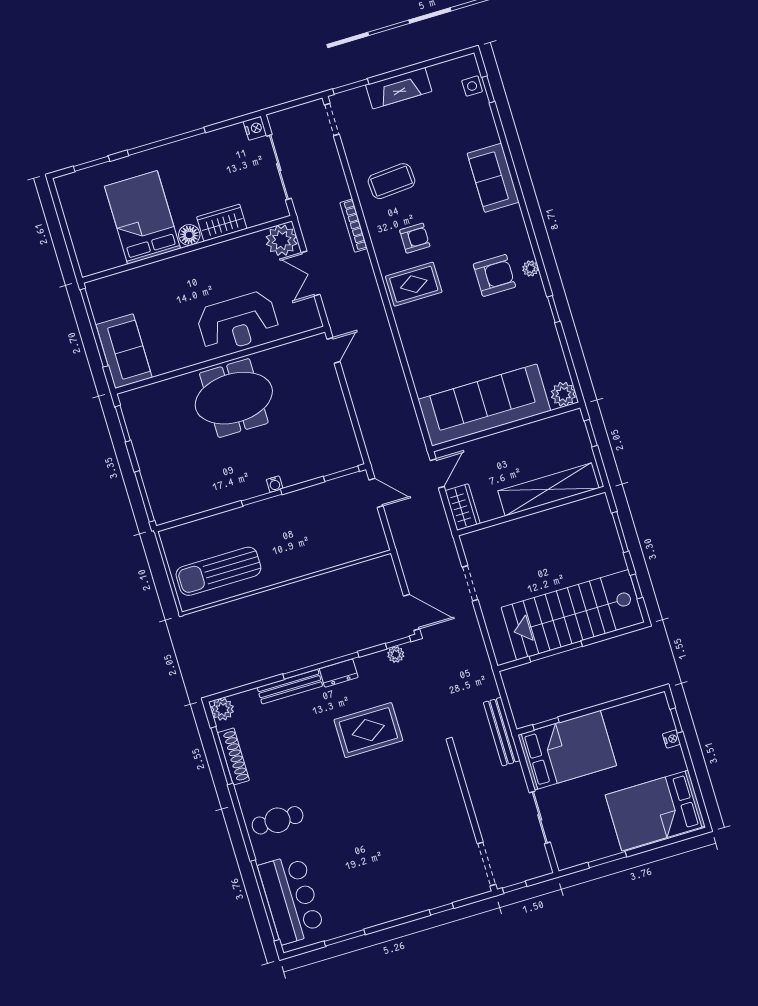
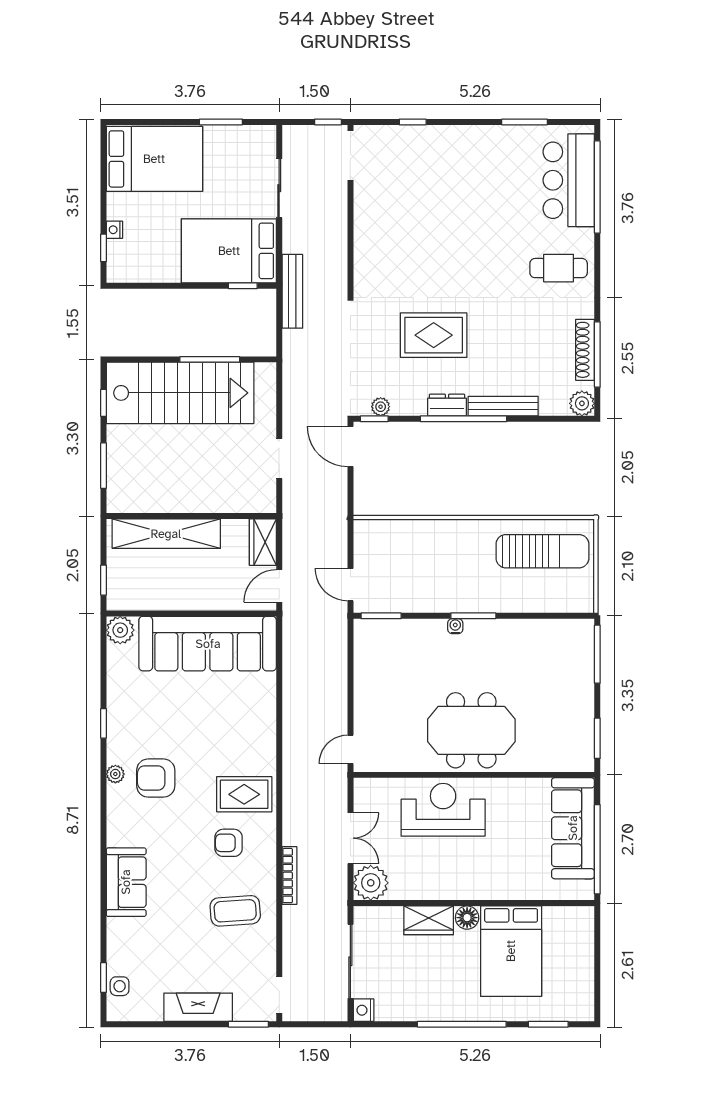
sofa: (124, 351) -> (573, 828), width x1.36

